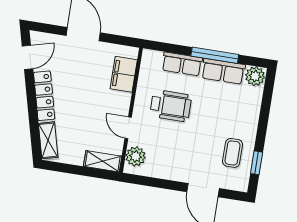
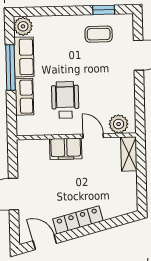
filing cabinet: (124, 74) -> (66, 149), moved
door: (128, 128) -> (93, 136), swing flipped
shelving: (48, 140) -> (119, 208), removed

